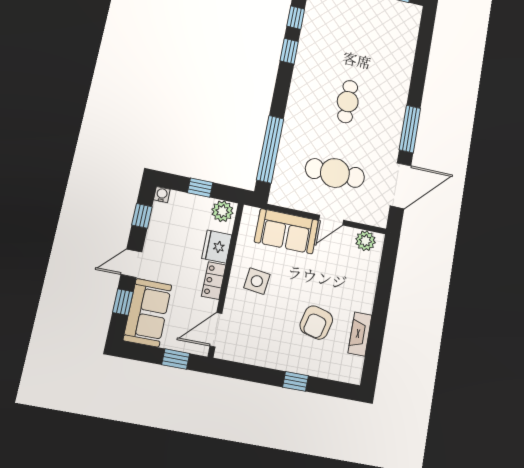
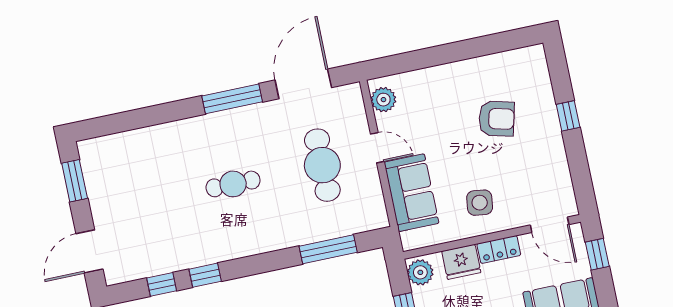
window: (270, 149) -> (328, 249), width x0.68
door: (401, 186) -> (303, 84), hinge flipped
fireplace: (360, 334) -> (489, 65), removed

